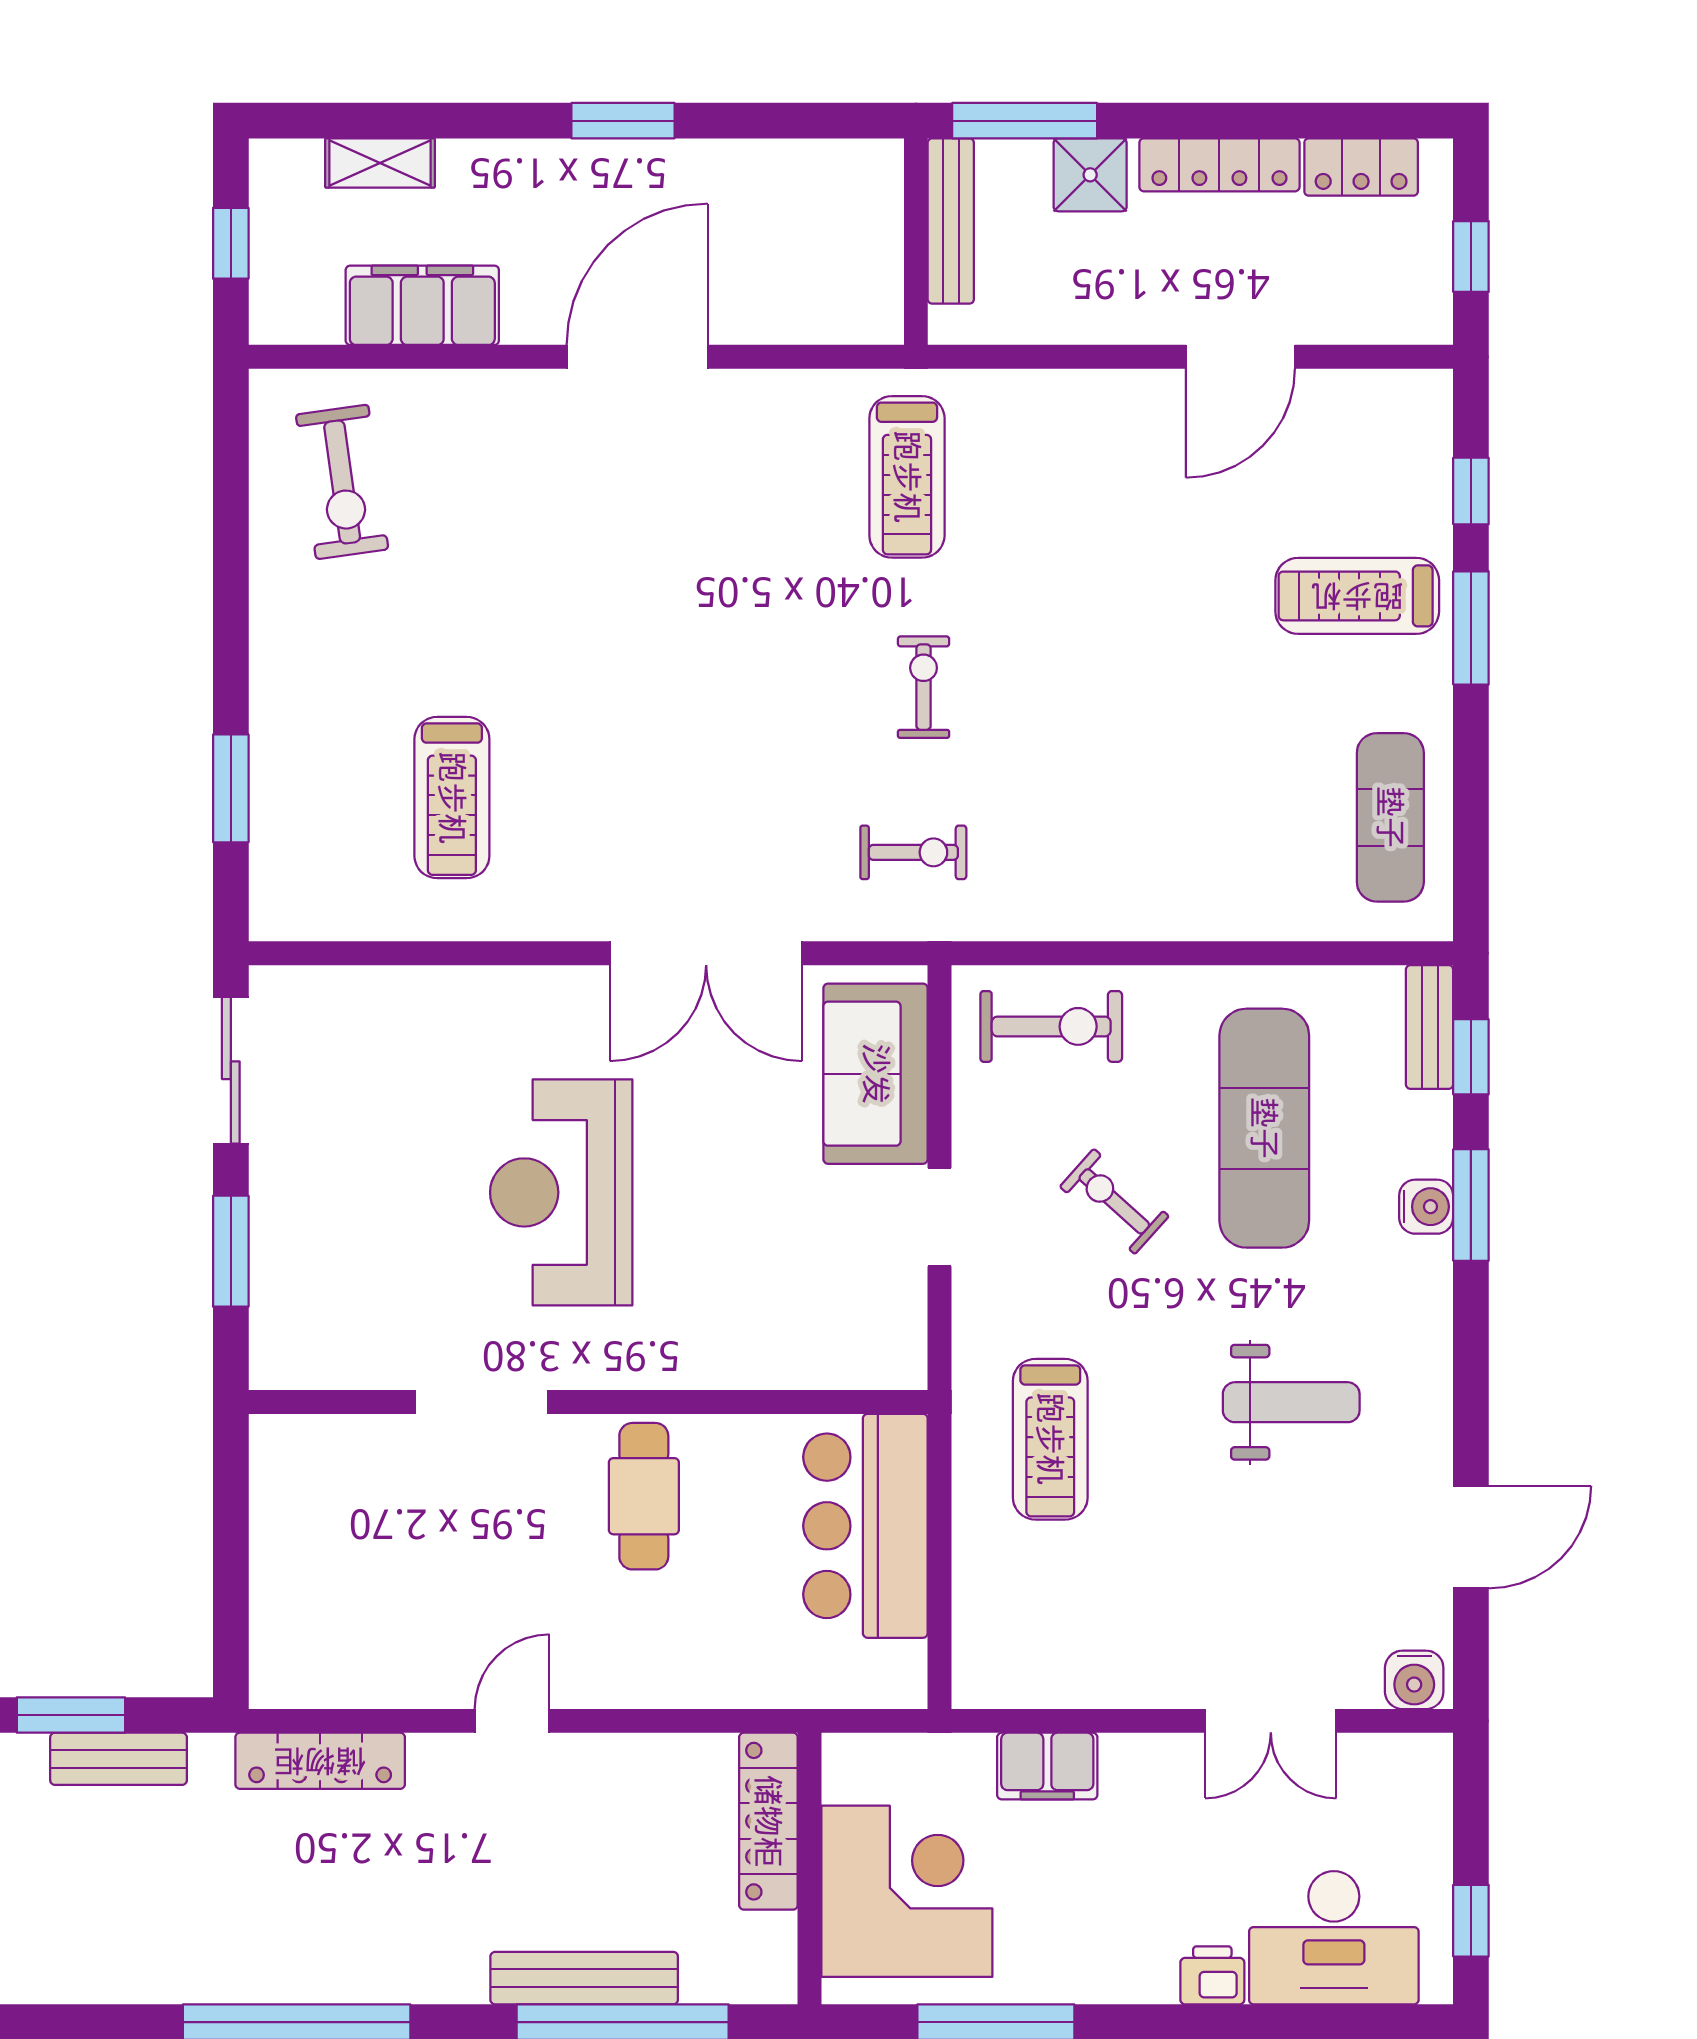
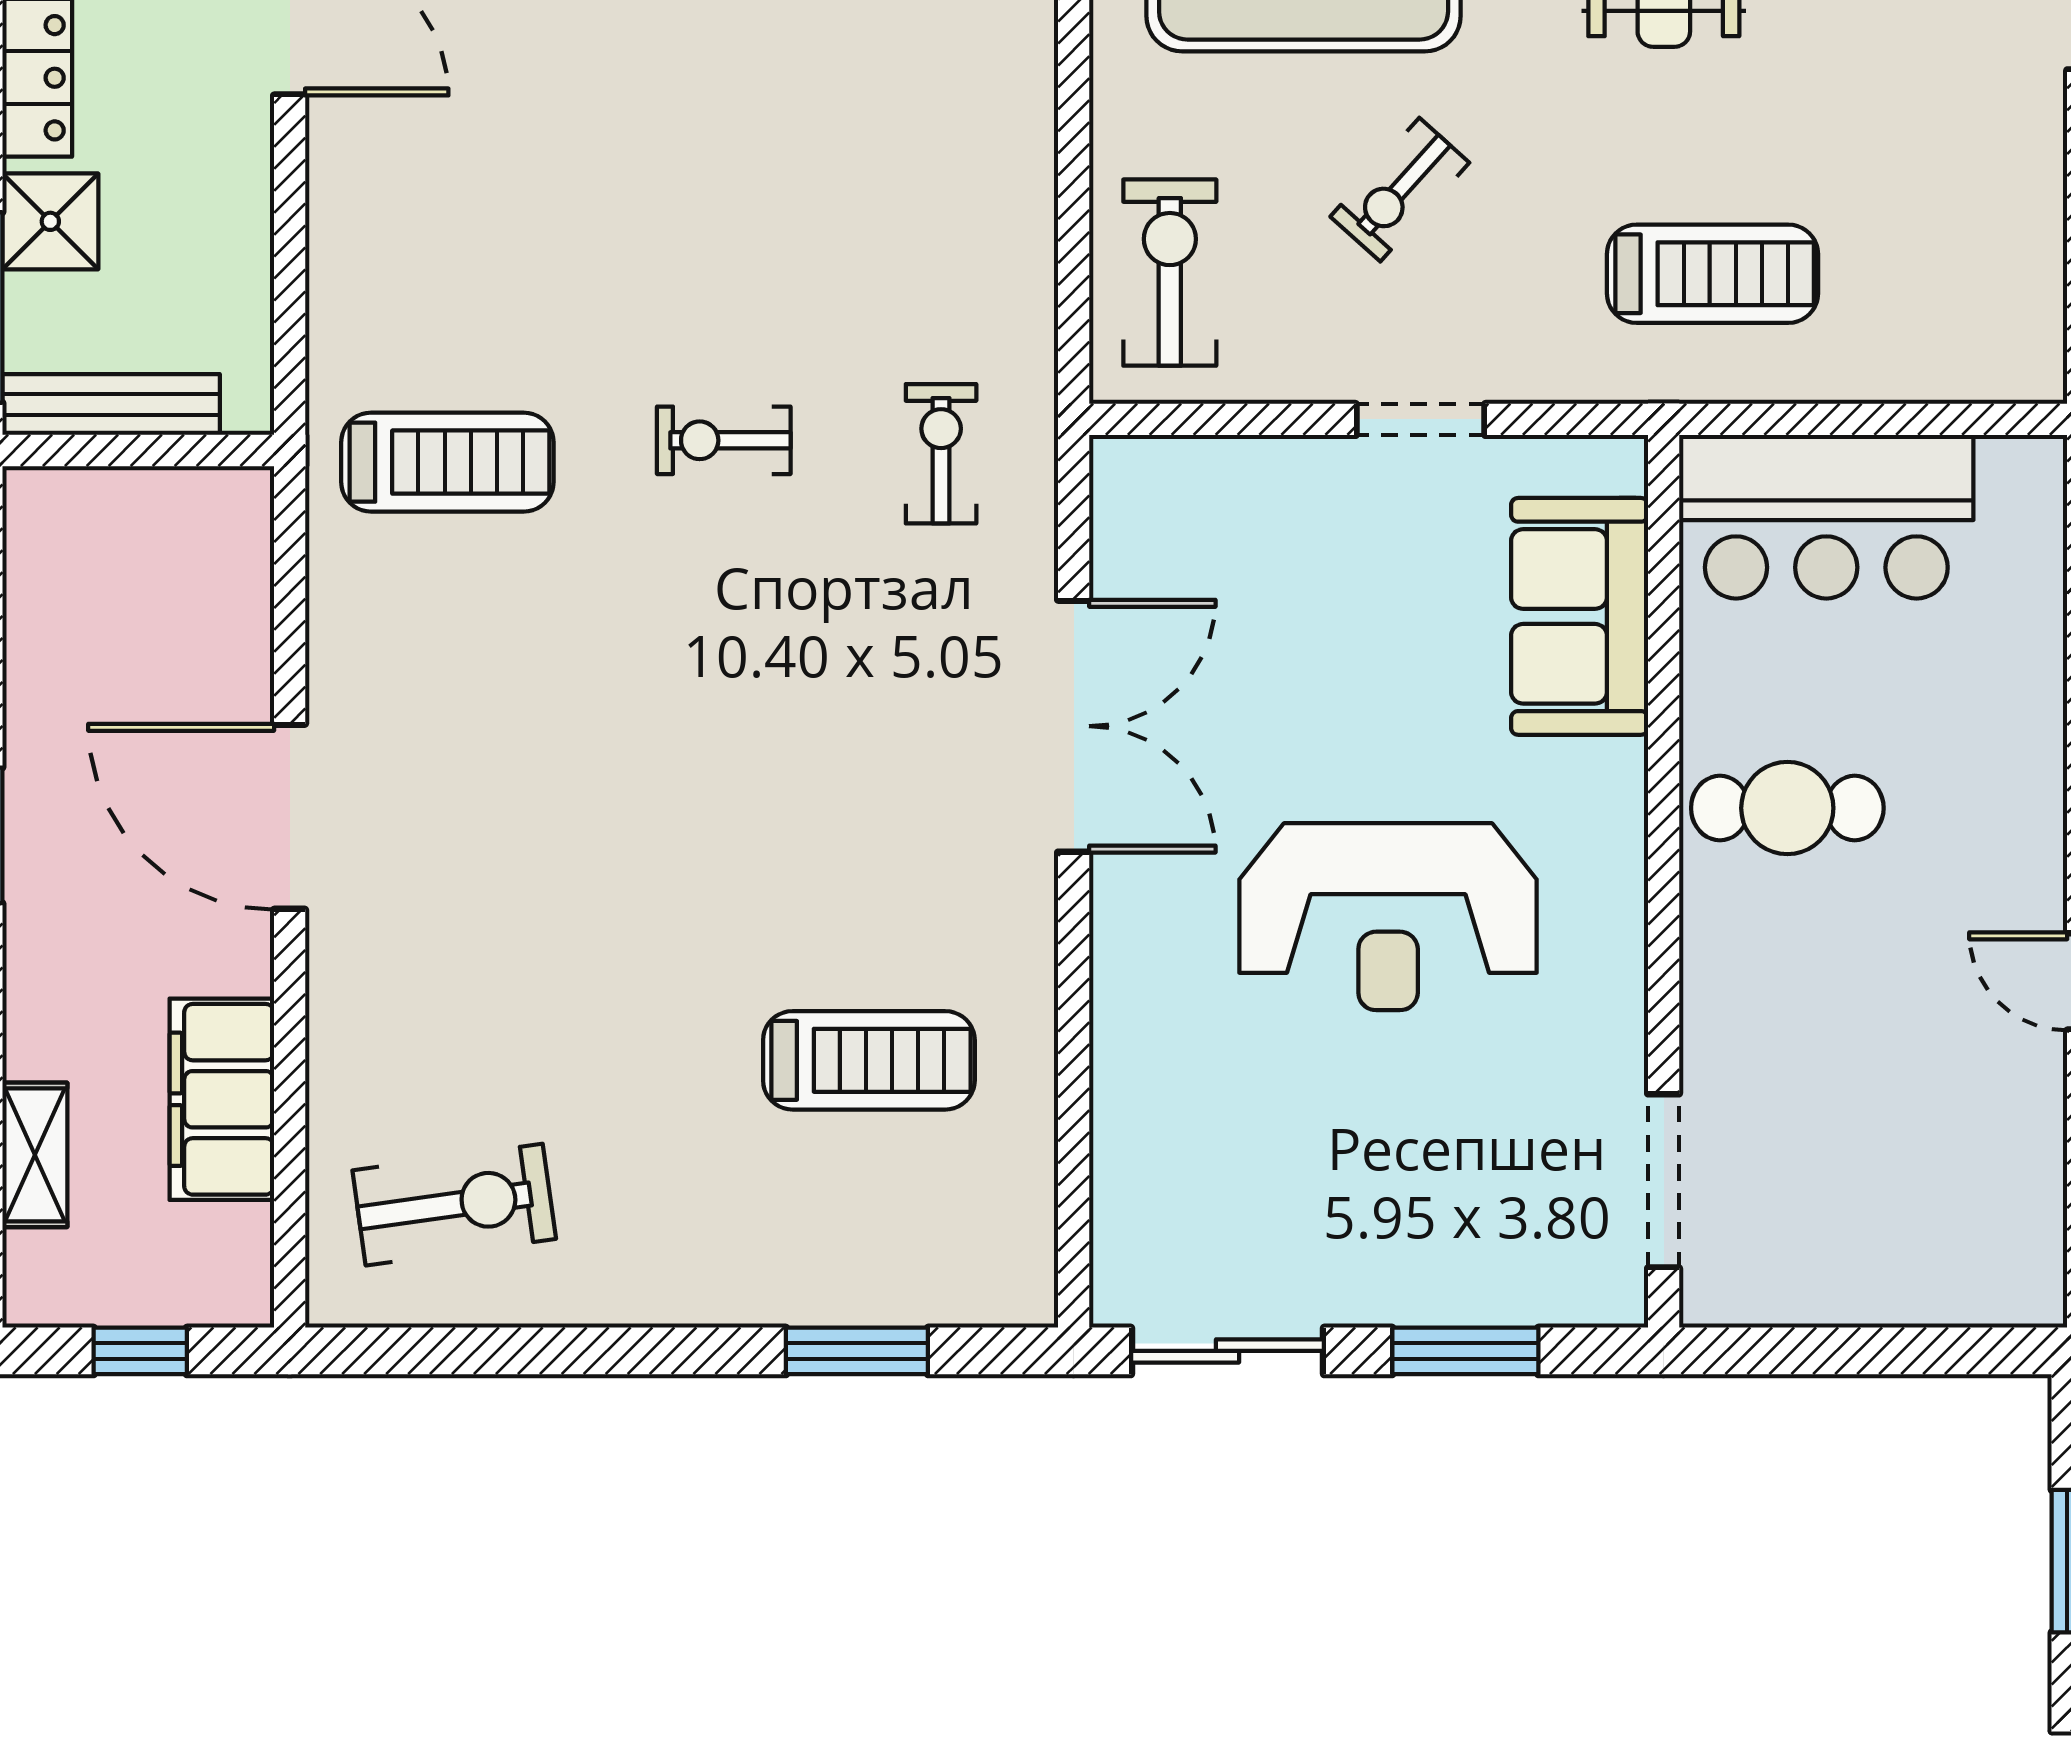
sofa: (876, 1074) -> (1580, 616), moved, turned 90
doorway: (482, 1402) -> (1664, 1181), moved

